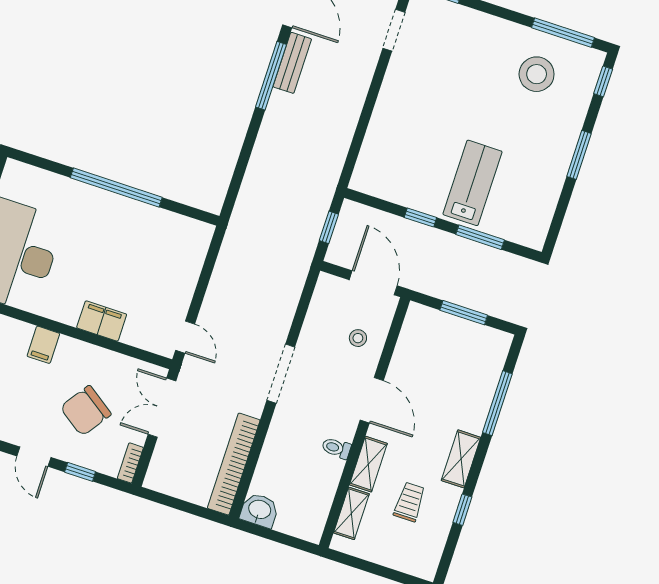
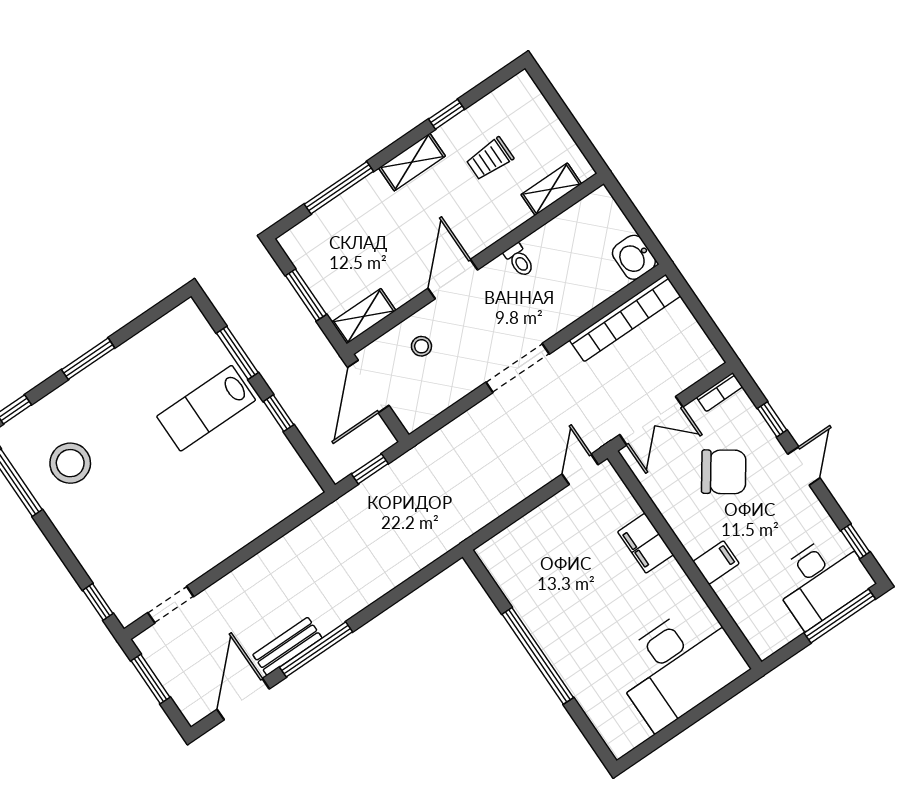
shelving: (368, 464) -> (364, 316), moved

